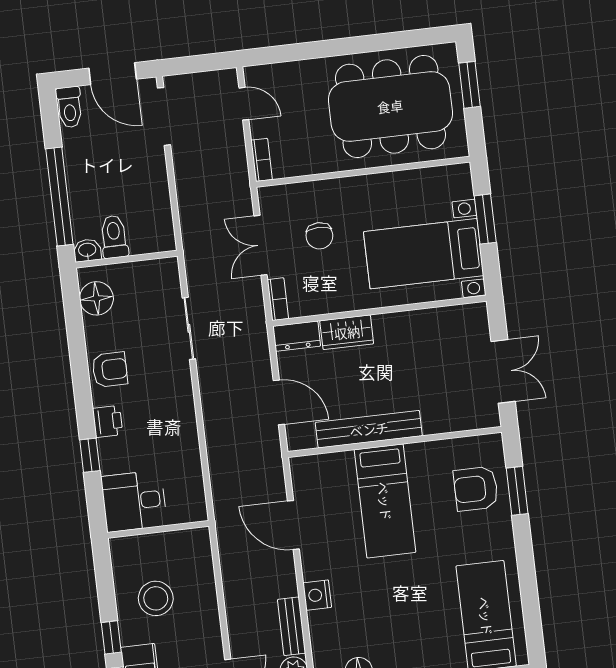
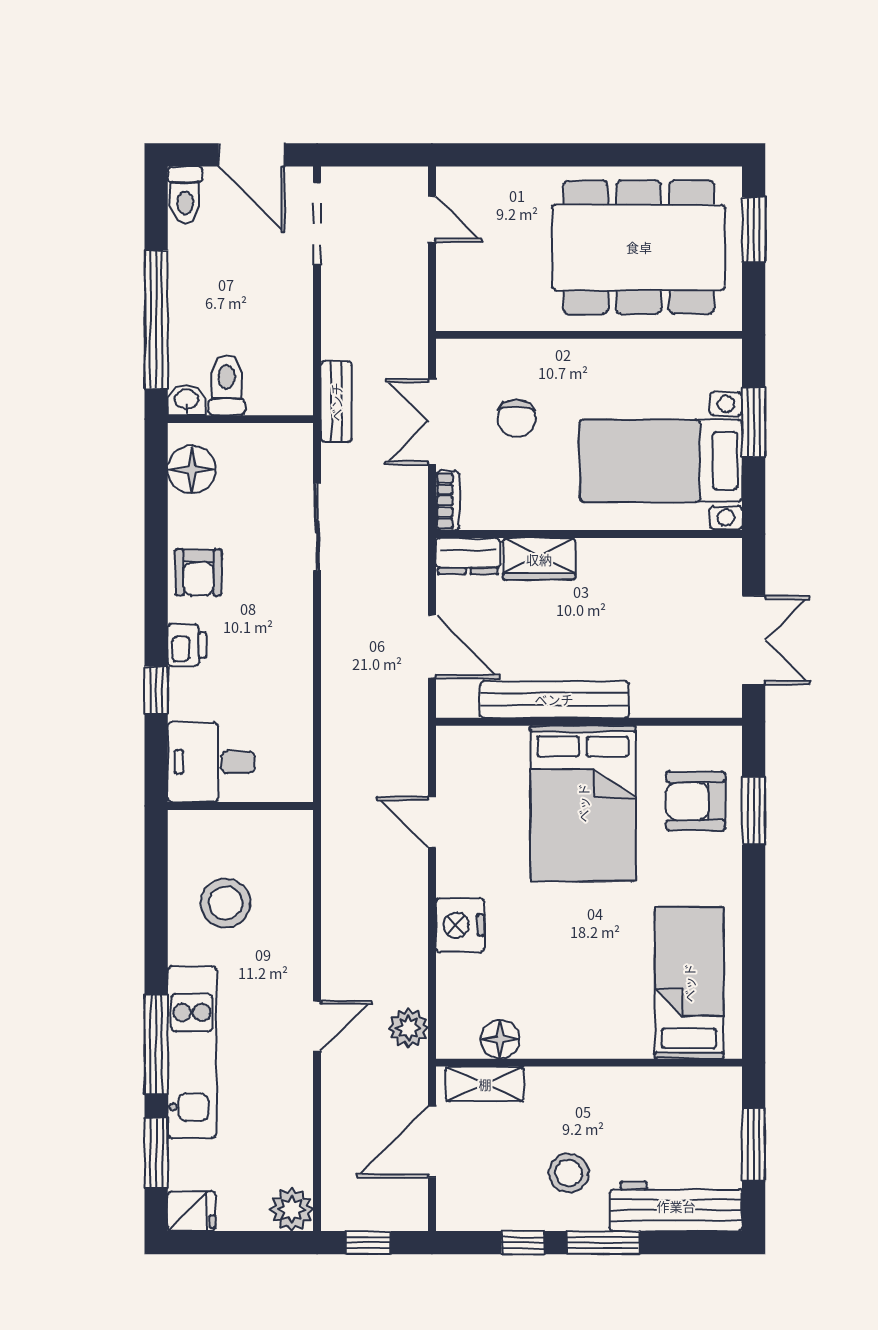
bookcase: (262, 160) -> (448, 301), removed
armchair: (110, 370) -> (199, 572), turned 90
bed: (385, 501) -> (583, 803), width x1.50
door: (293, 525) -> (432, 822), width x0.73
nightstand: (317, 595) -> (460, 925), width x1.36, depth x1.33
bench: (292, 626) -> (336, 402), moved
window: (111, 637) -> (156, 951), removed

